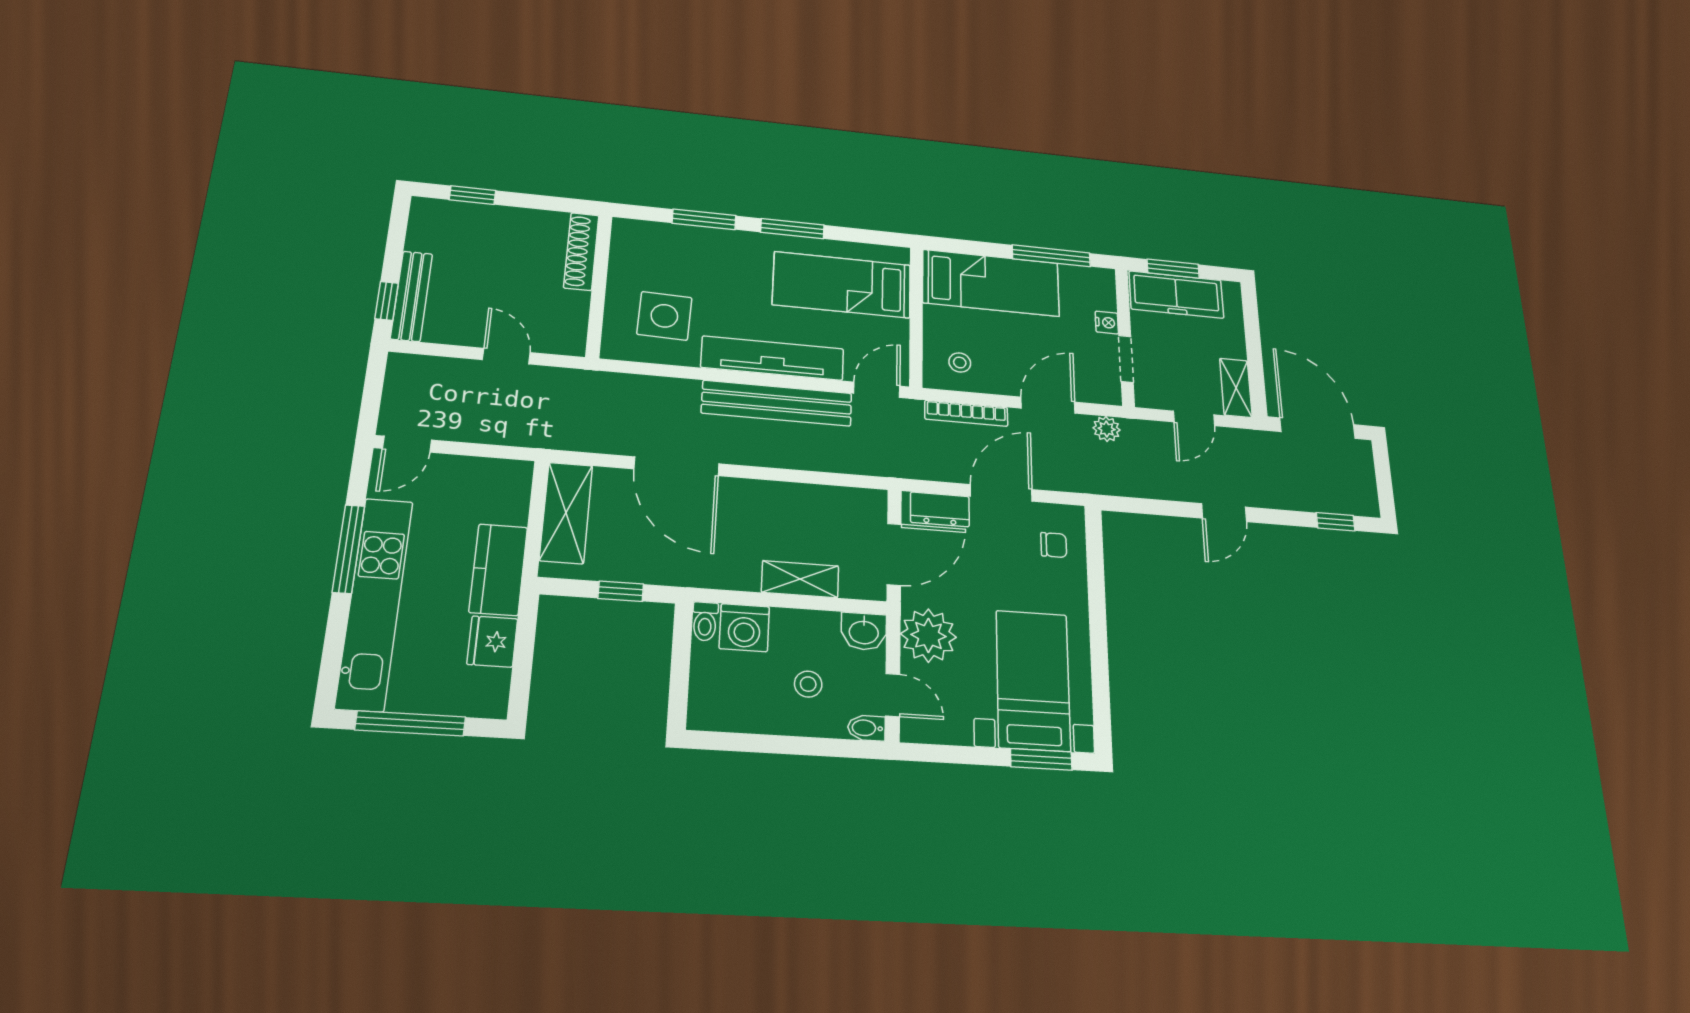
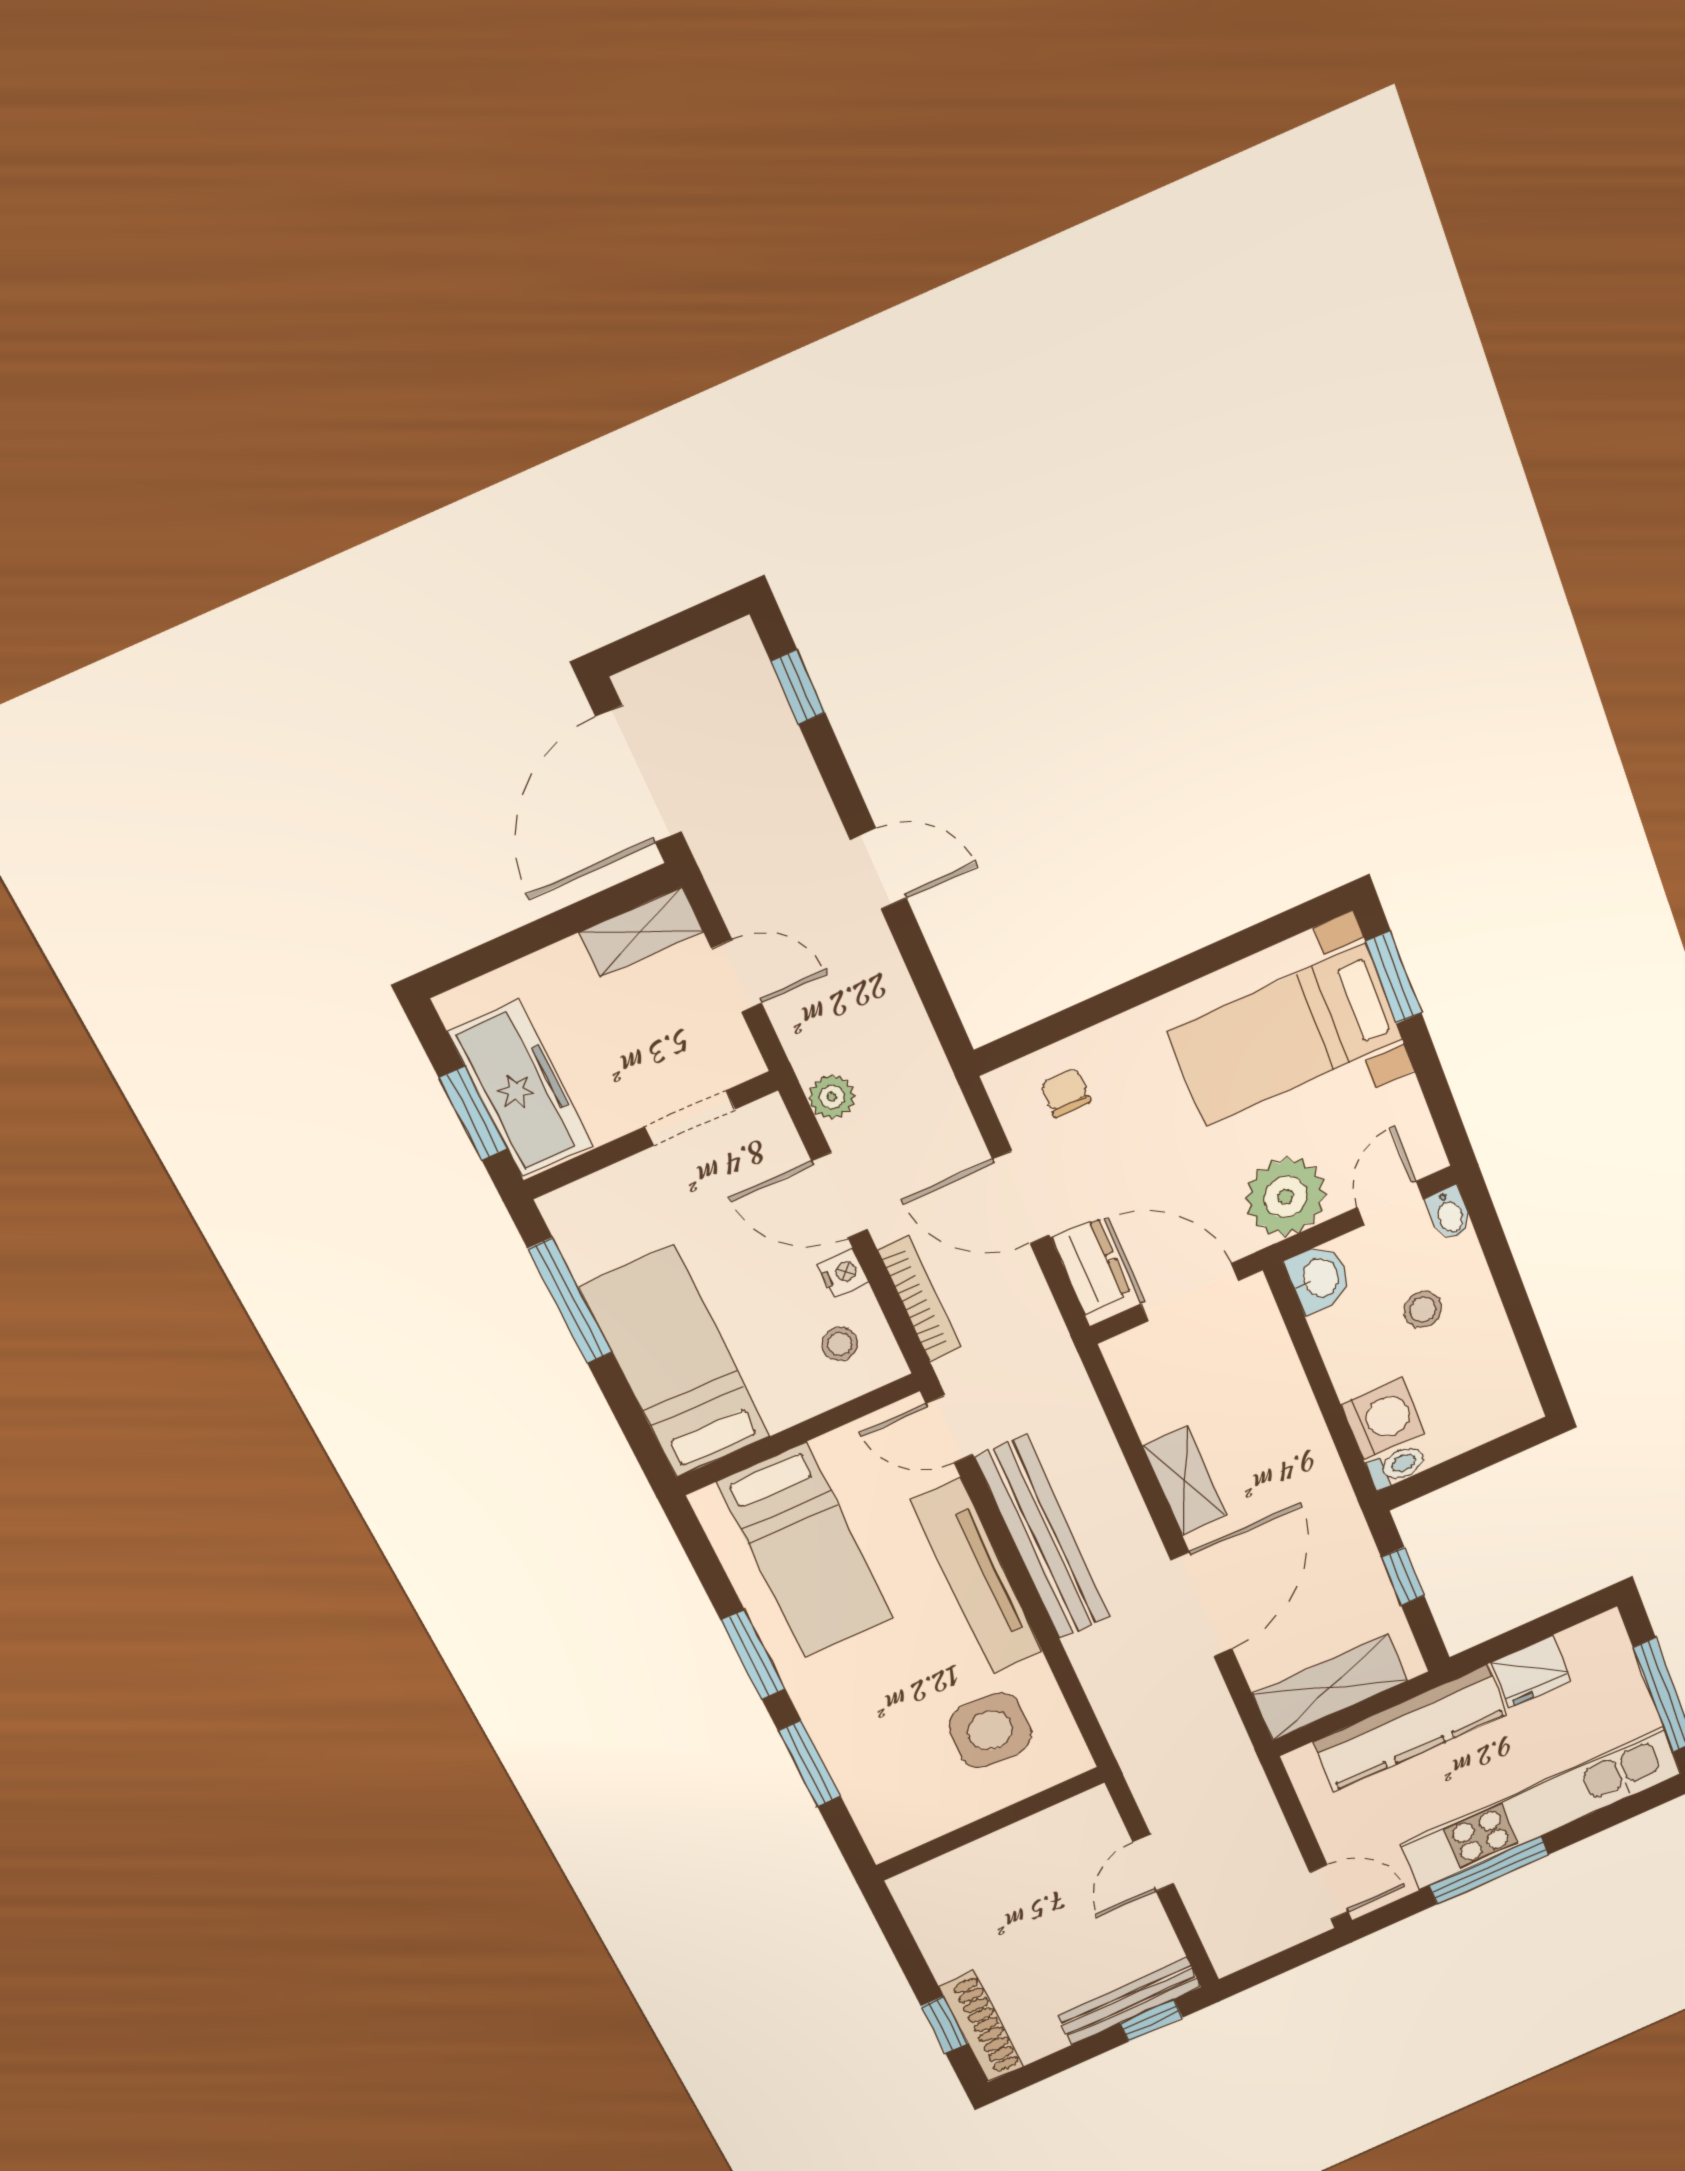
shoe rack: (581, 251) -> (981, 2027), moved, turned -90
nightstand: (1107, 323) -> (843, 1273), moved, turned 90
kitchen counter: (498, 570) -> (1411, 1728), width x1.50
shelving: (800, 579) -> (1185, 1481), moved

